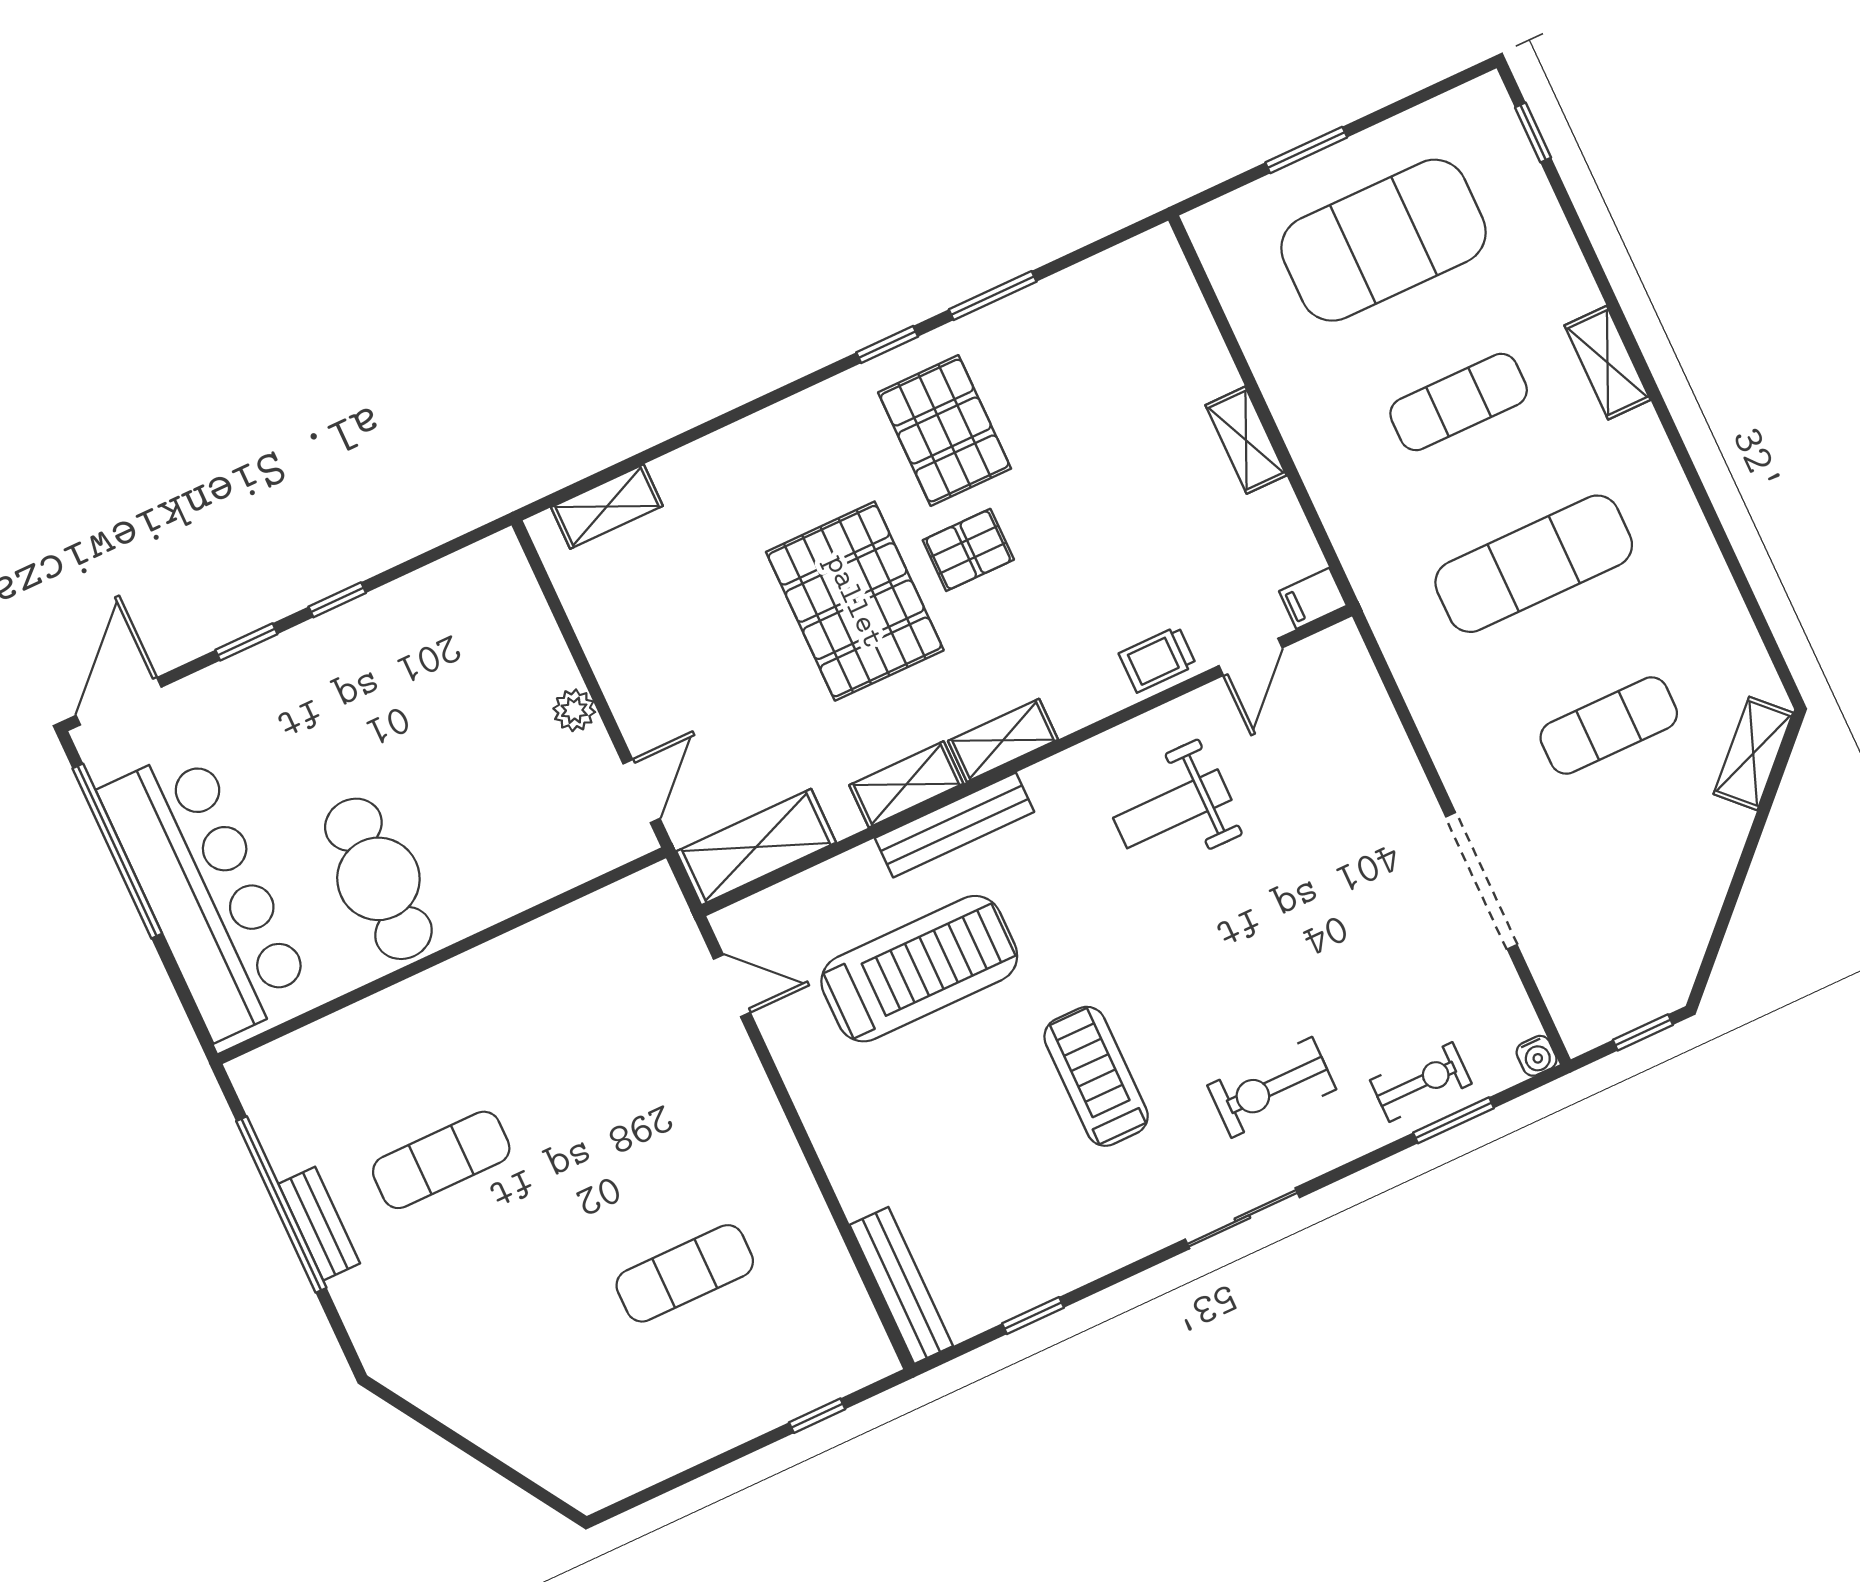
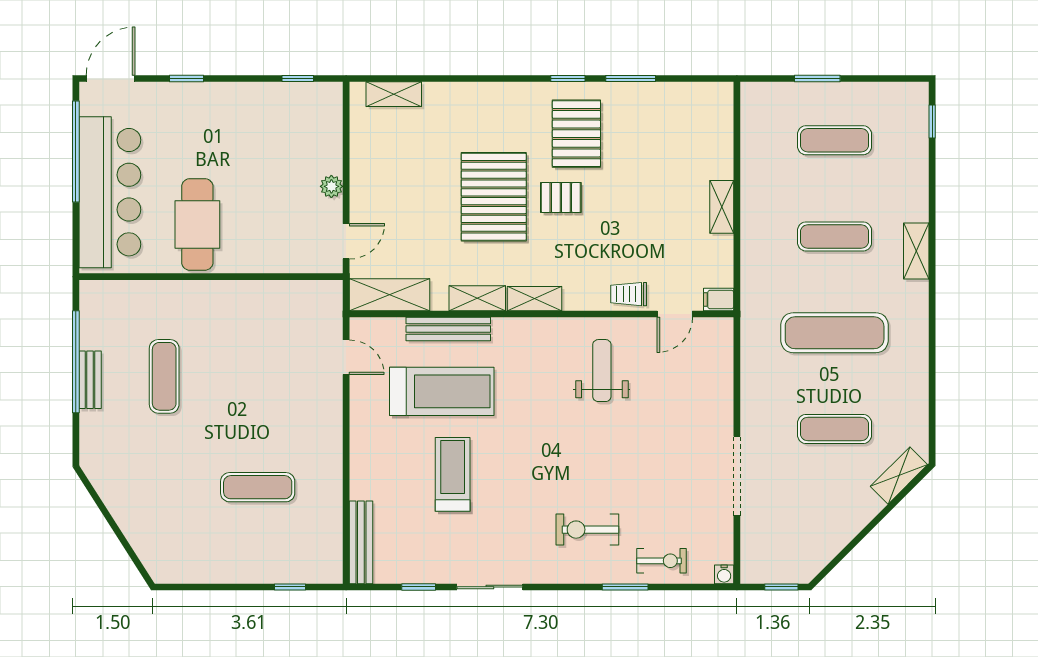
exercise mat: (1384, 240) -> (835, 140), width x0.50, depth x0.69
window: (337, 600) -> (298, 79), moved
weight bench: (1172, 809) -> (602, 371), turned 90
bench: (955, 825) -> (448, 329), moved
treadmill: (1096, 1076) -> (453, 474), moved
window: (1453, 1120) -> (625, 587), moved
exercise mat: (441, 1160) -> (164, 376), turned 90
sliding door: (1242, 1218) -> (490, 587), moved

